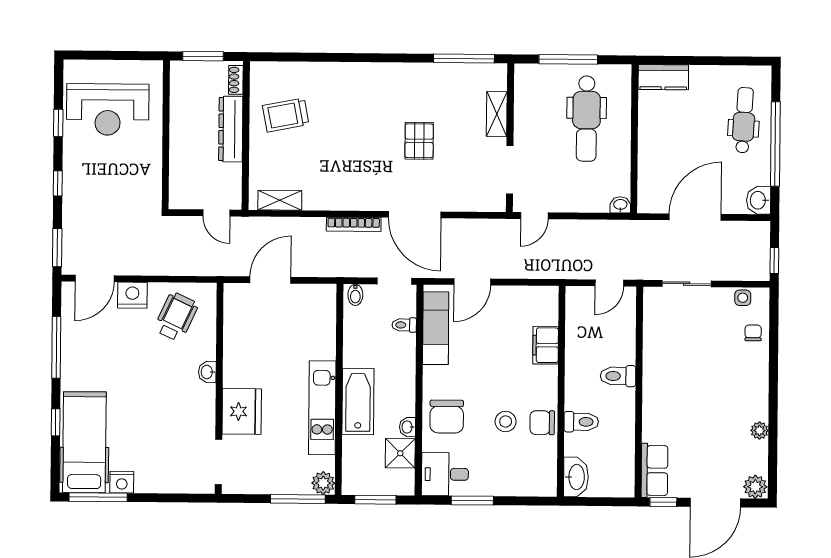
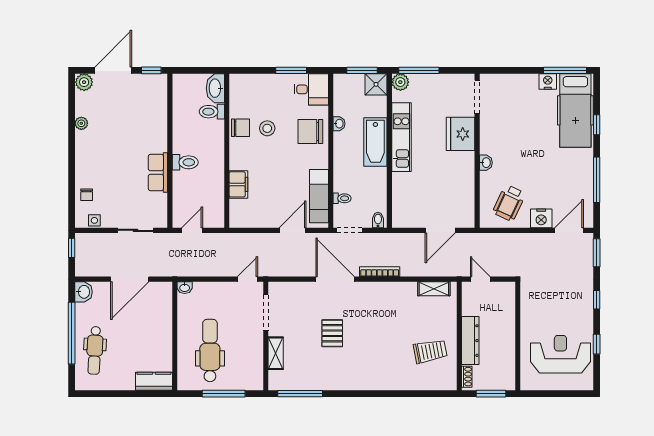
chair: (447, 417) -> (310, 132), turned -90
toilet: (581, 422) -> (212, 112), moved
shower: (400, 453) -> (376, 84), moved
row of seats: (654, 470) -> (158, 172), moved

